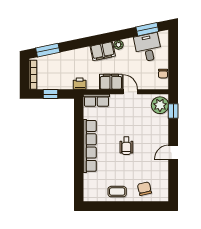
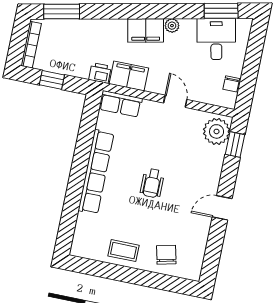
filing cabinet: (111, 82) -> (129, 76), moved

